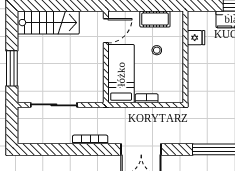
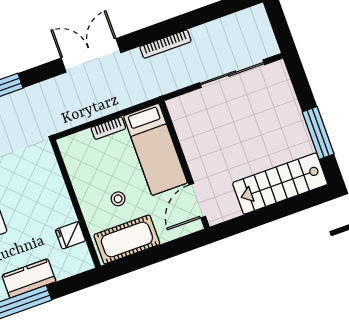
cot: (155, 19) -> (127, 239), width x1.37, depth x1.34
window: (12, 68) -> (318, 133), moved

